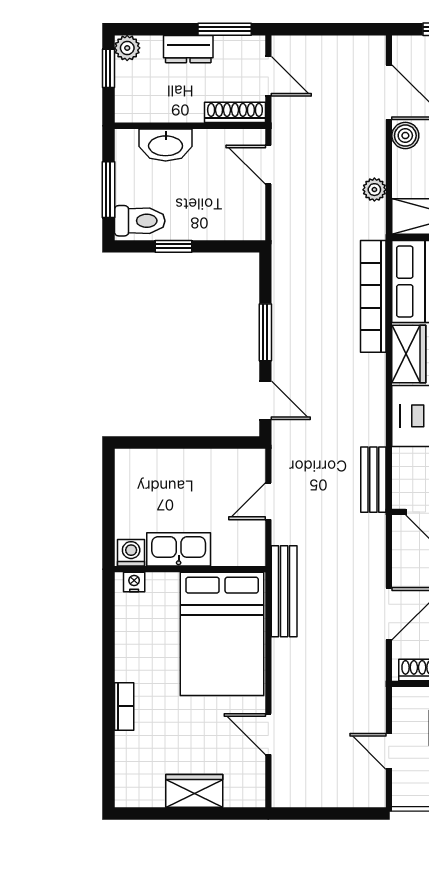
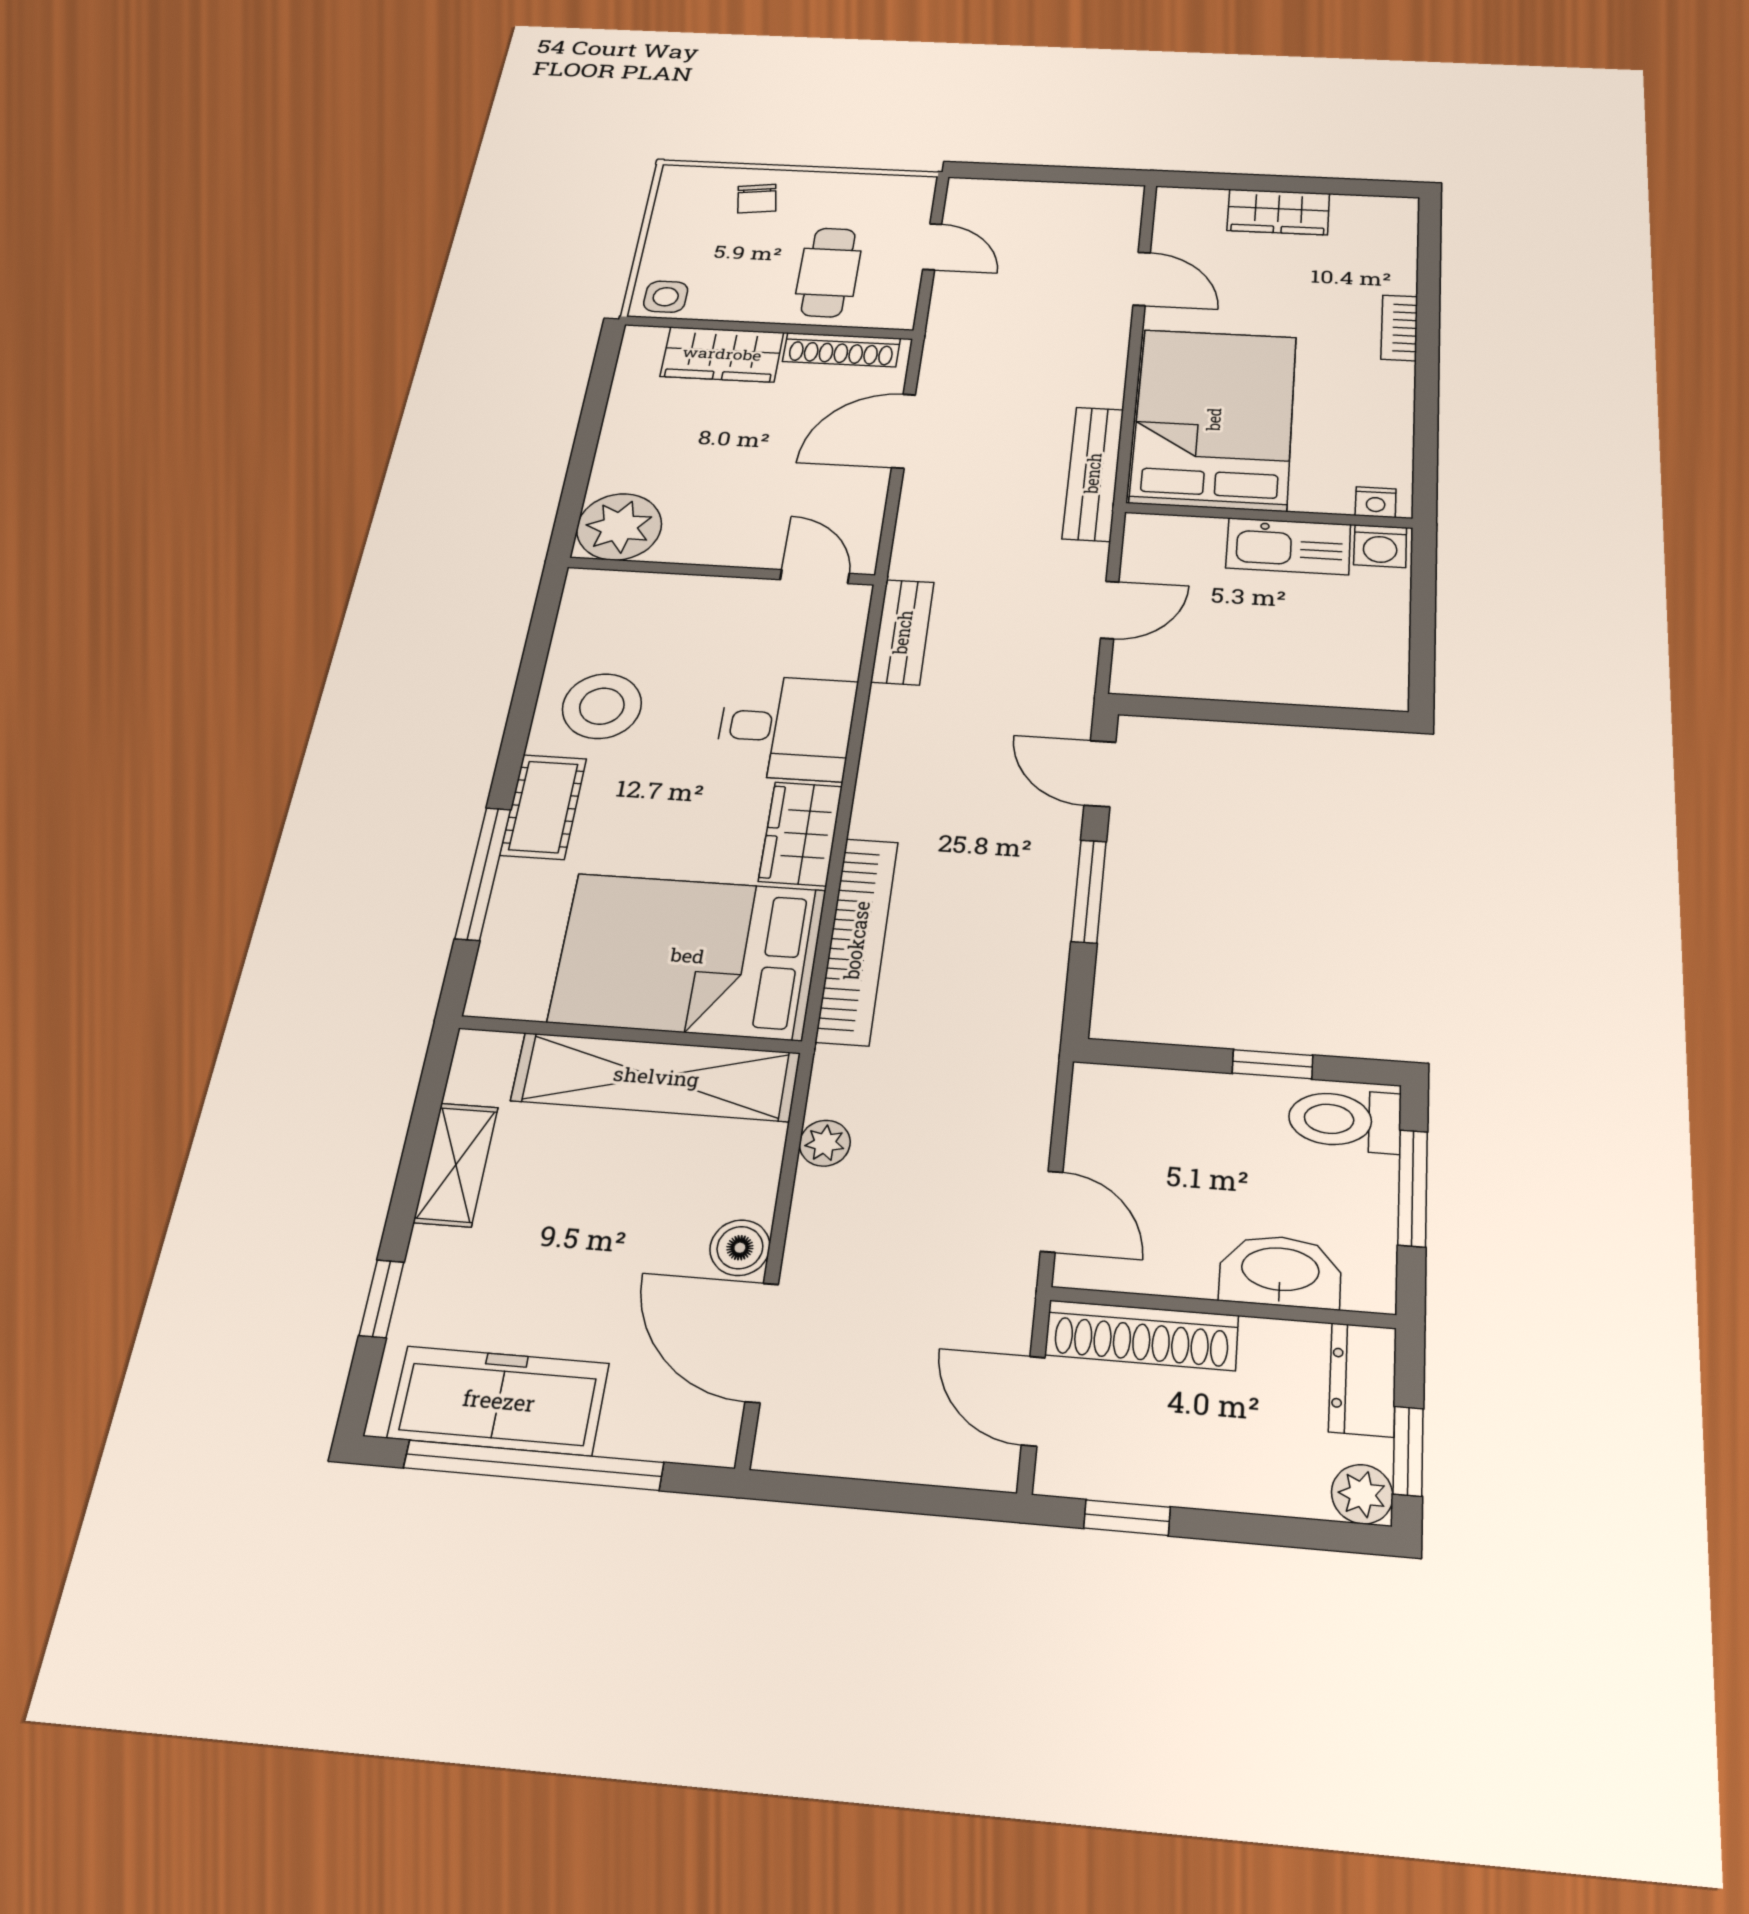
window: (225, 29) -> (1127, 1518), width x0.67
dresser: (188, 49) -> (1363, 1380), moved, turned -90
shoe rack: (235, 112) -> (1142, 1335), width x1.36, depth x1.24

